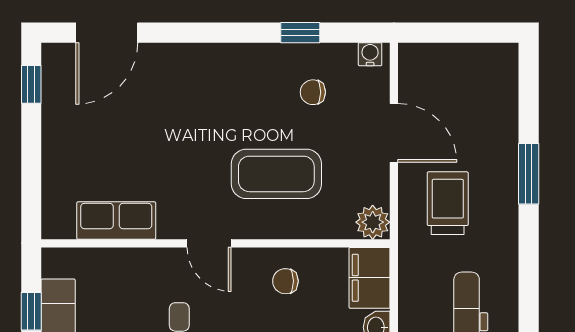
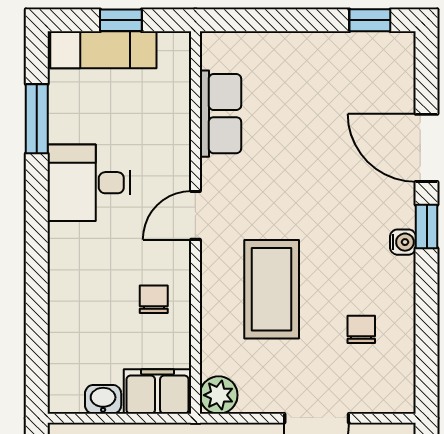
door: (107, 33) -> (427, 148), moved
window: (300, 33) -> (427, 227), moved
water cooler: (370, 54) -> (403, 242), moved

